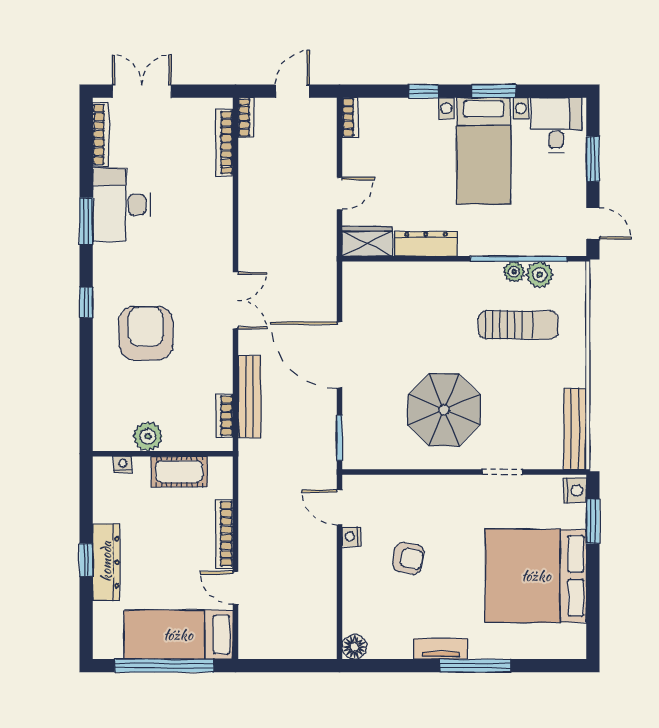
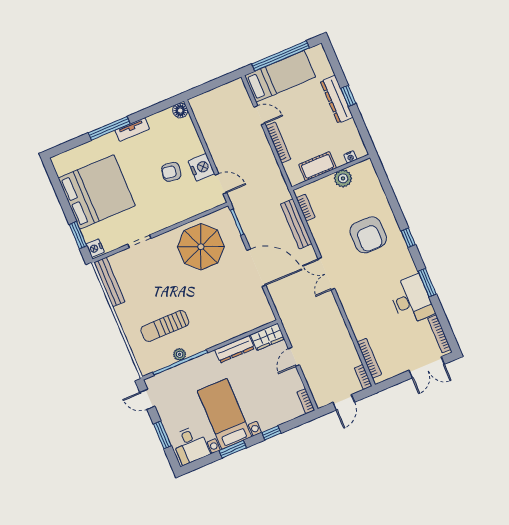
plant: (540, 275) -> (165, 359), removed
parasol: (444, 410) -> (201, 247), moved
nightstand: (351, 537) -> (201, 167), width x1.89, depth x1.79

